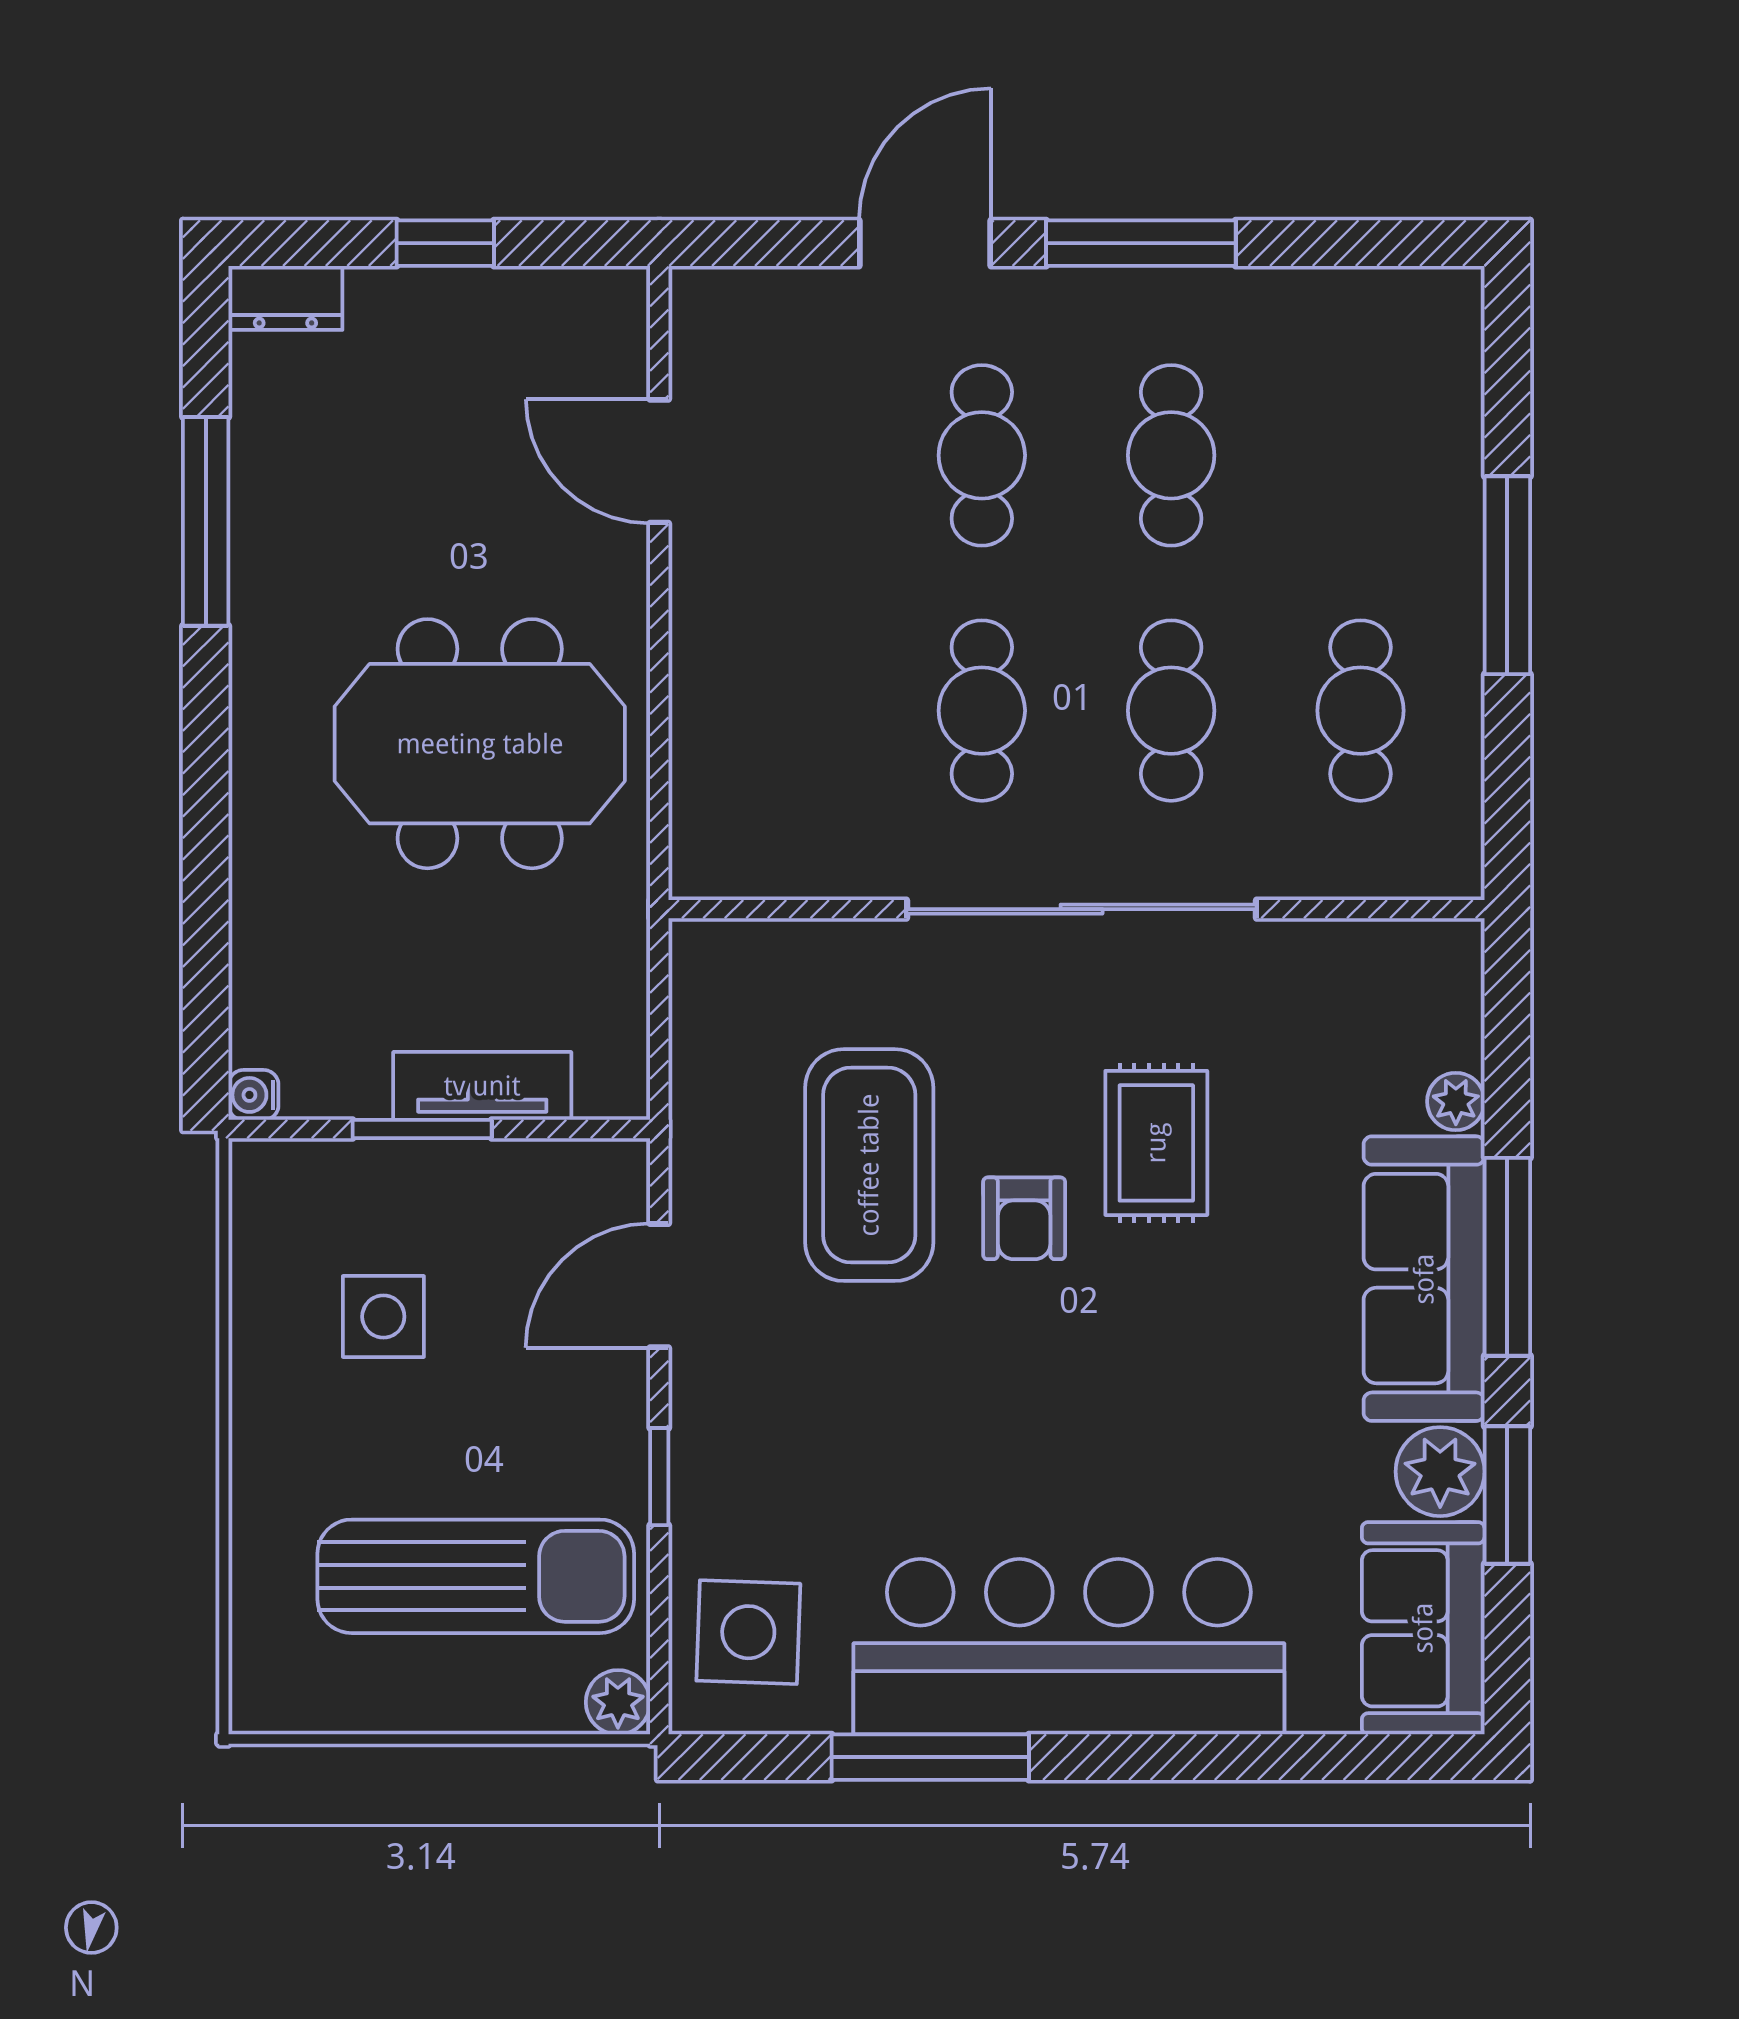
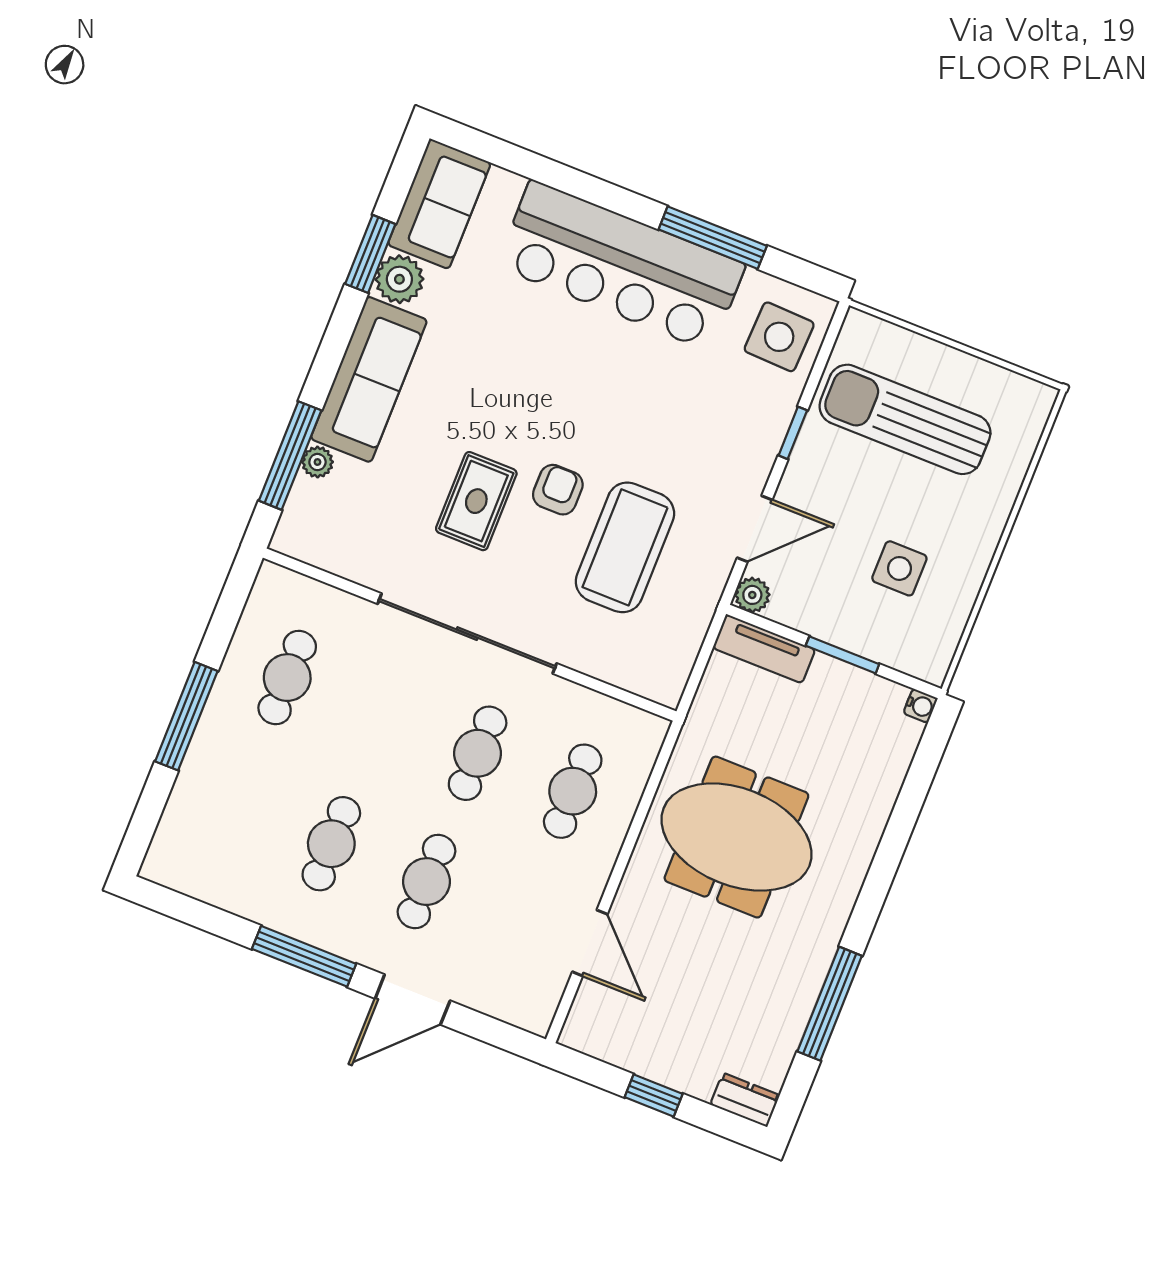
cafe table: (1171, 711) -> (573, 791), moved
tv unit: (482, 1086) -> (764, 649), moved
window: (1507, 1257) -> (290, 456), moved
plant: (618, 1702) -> (752, 595), moved

